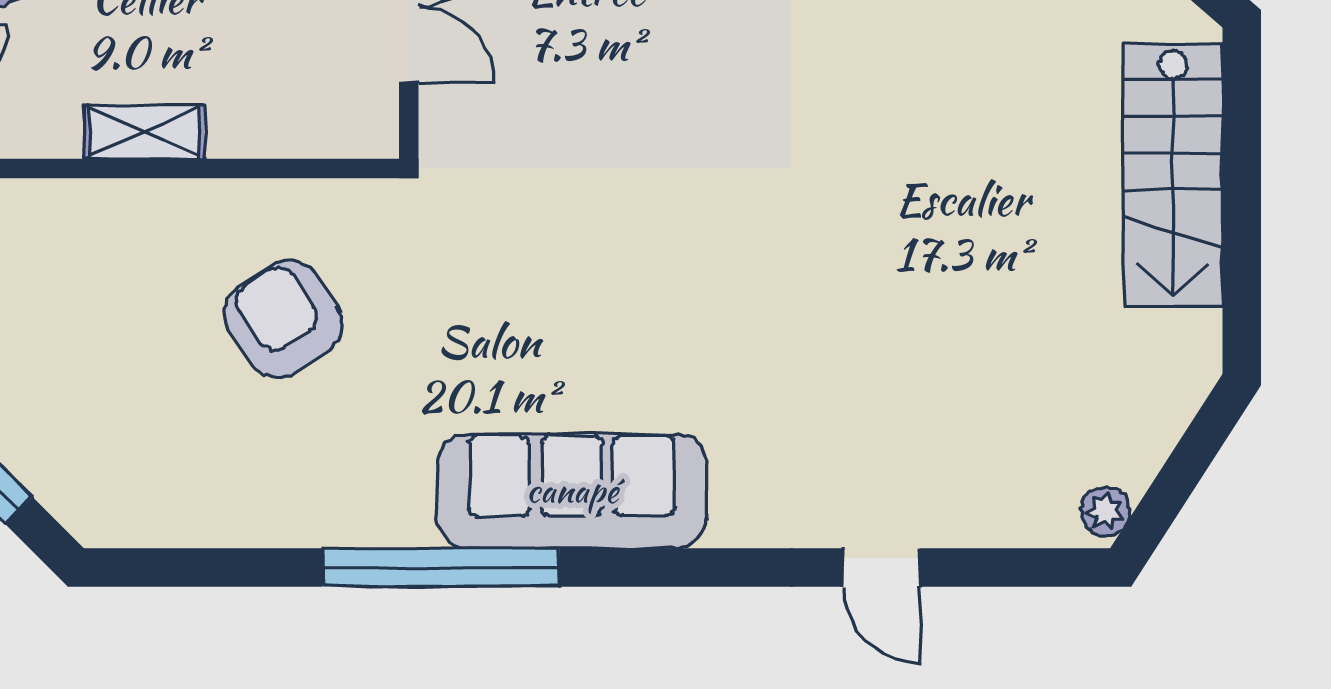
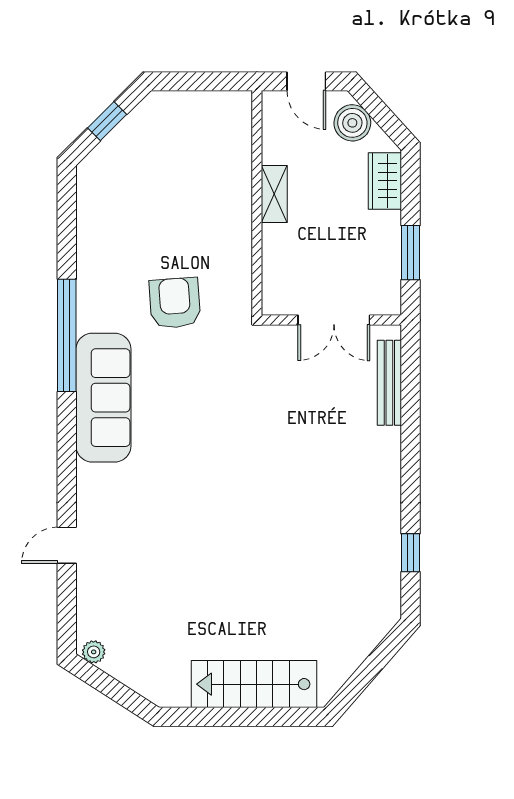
armchair: (283, 319) -> (175, 303), moved, turned -60

